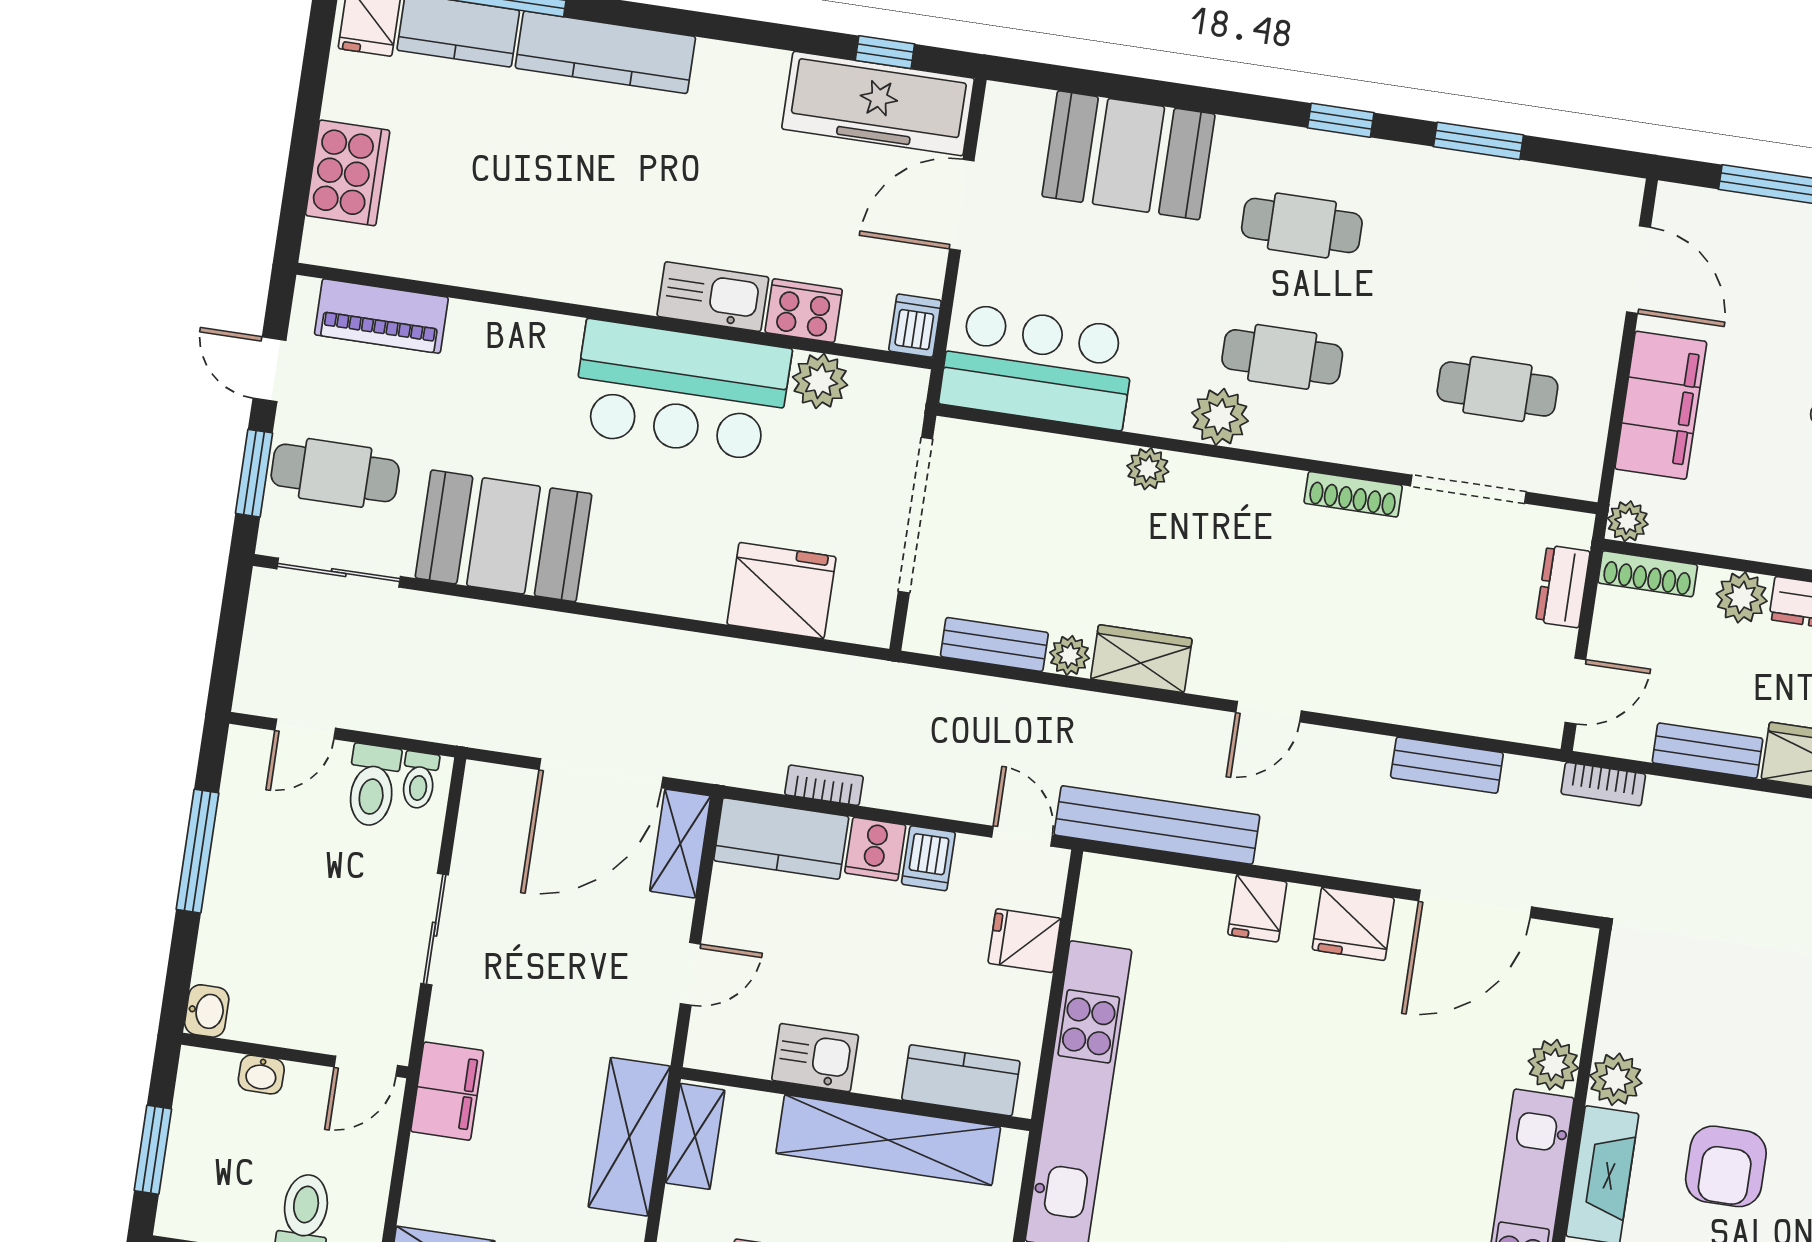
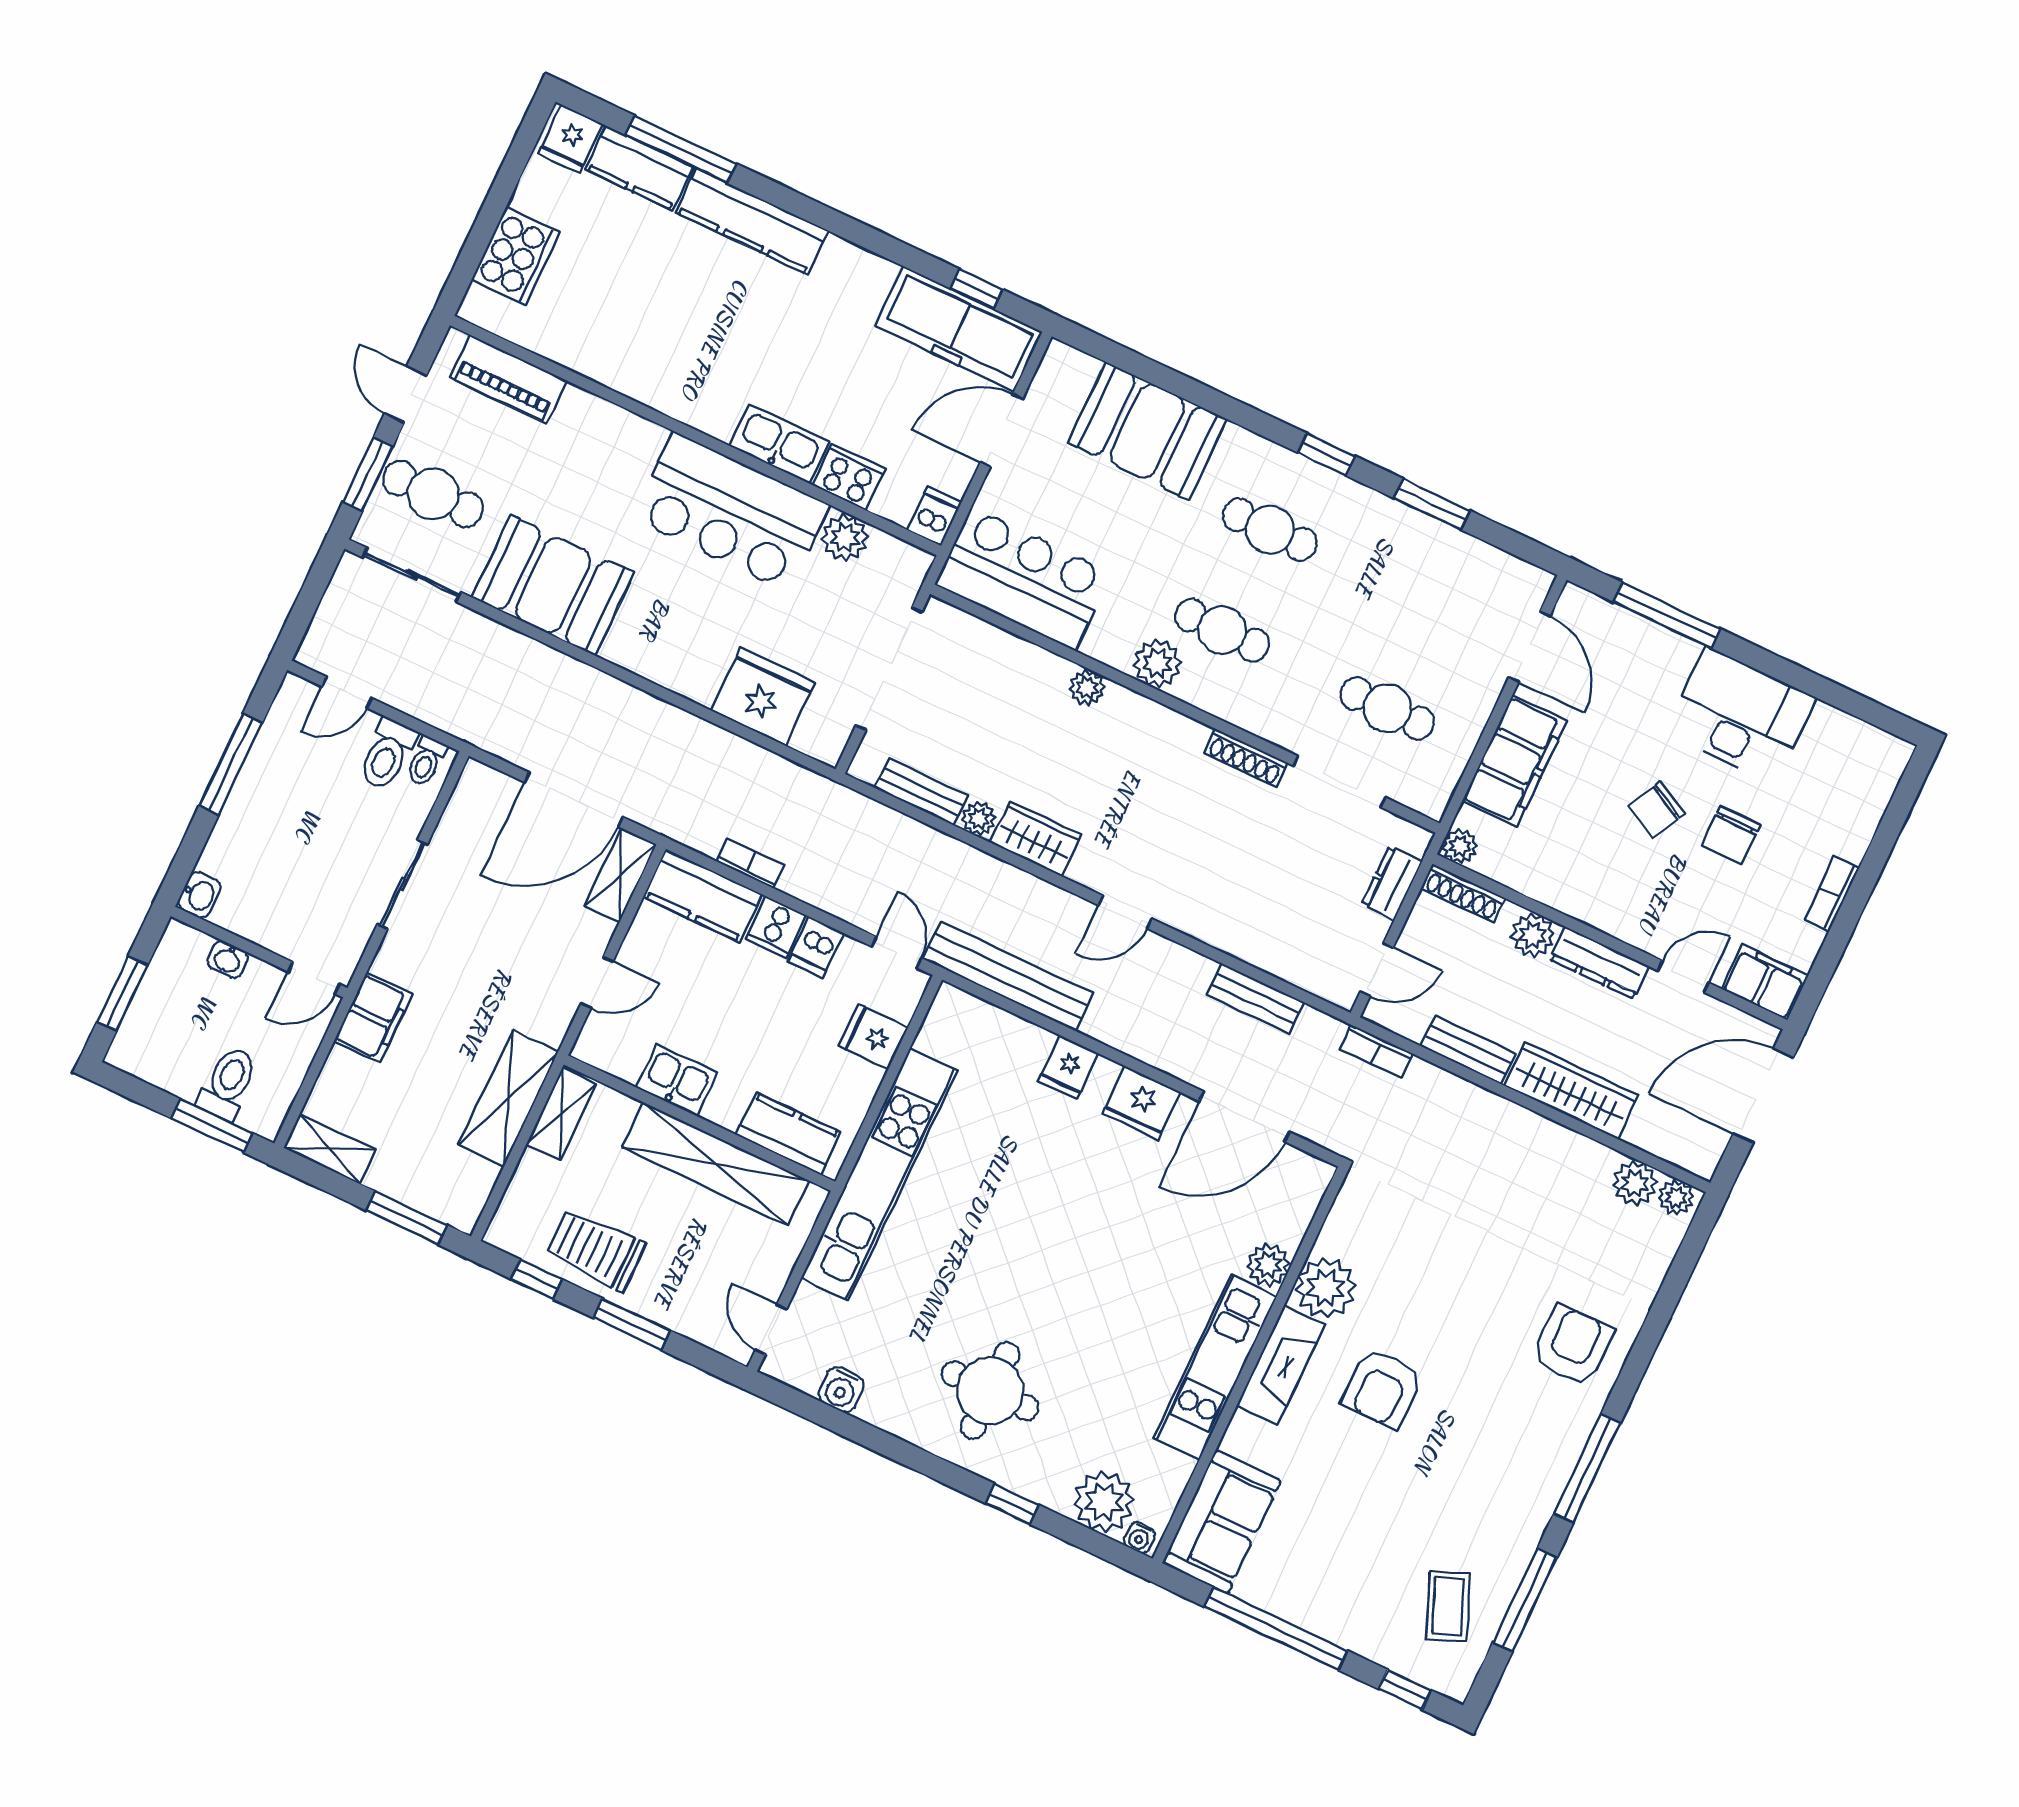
plant: (1616, 1079) -> (1326, 1288), width x1.36, depth x1.36

